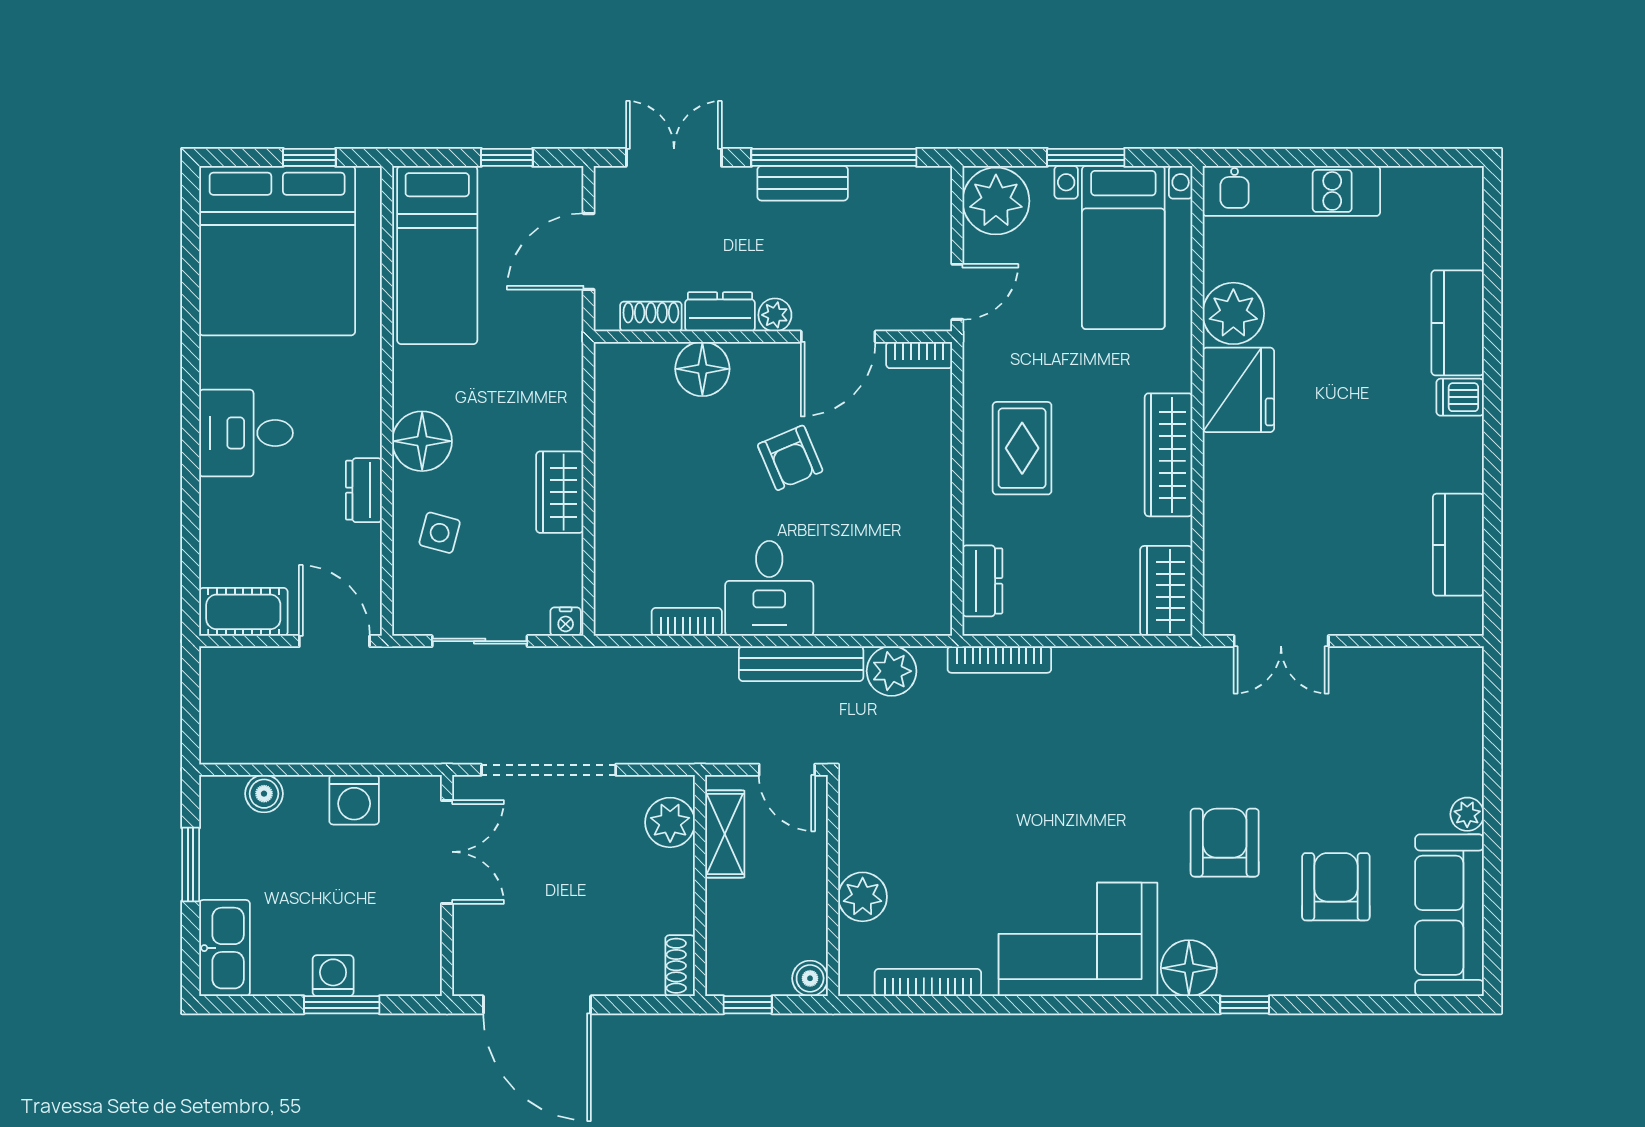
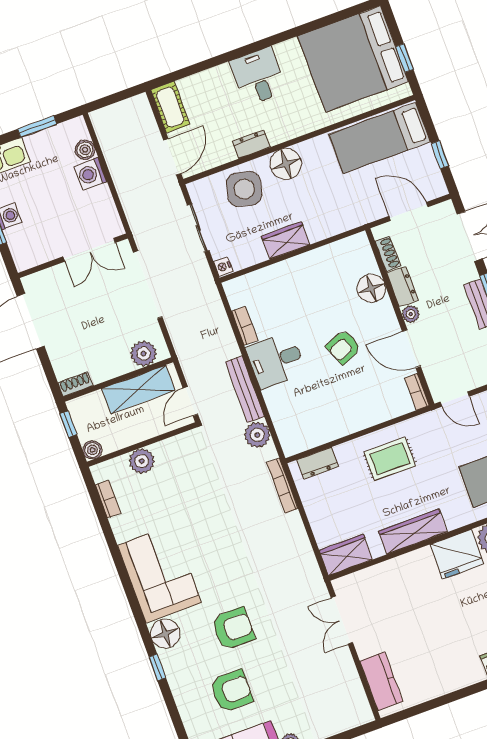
side table: (440, 533) -> (244, 189), width x1.87, depth x1.87
kitchen counter: (1458, 545) -> (381, 681), moved, turned 90
washing machine: (354, 800) -> (90, 174), moved
shelving: (725, 834) -> (138, 390), width x1.50, depth x1.33
bookcase: (928, 983) -> (108, 499), width x0.64

